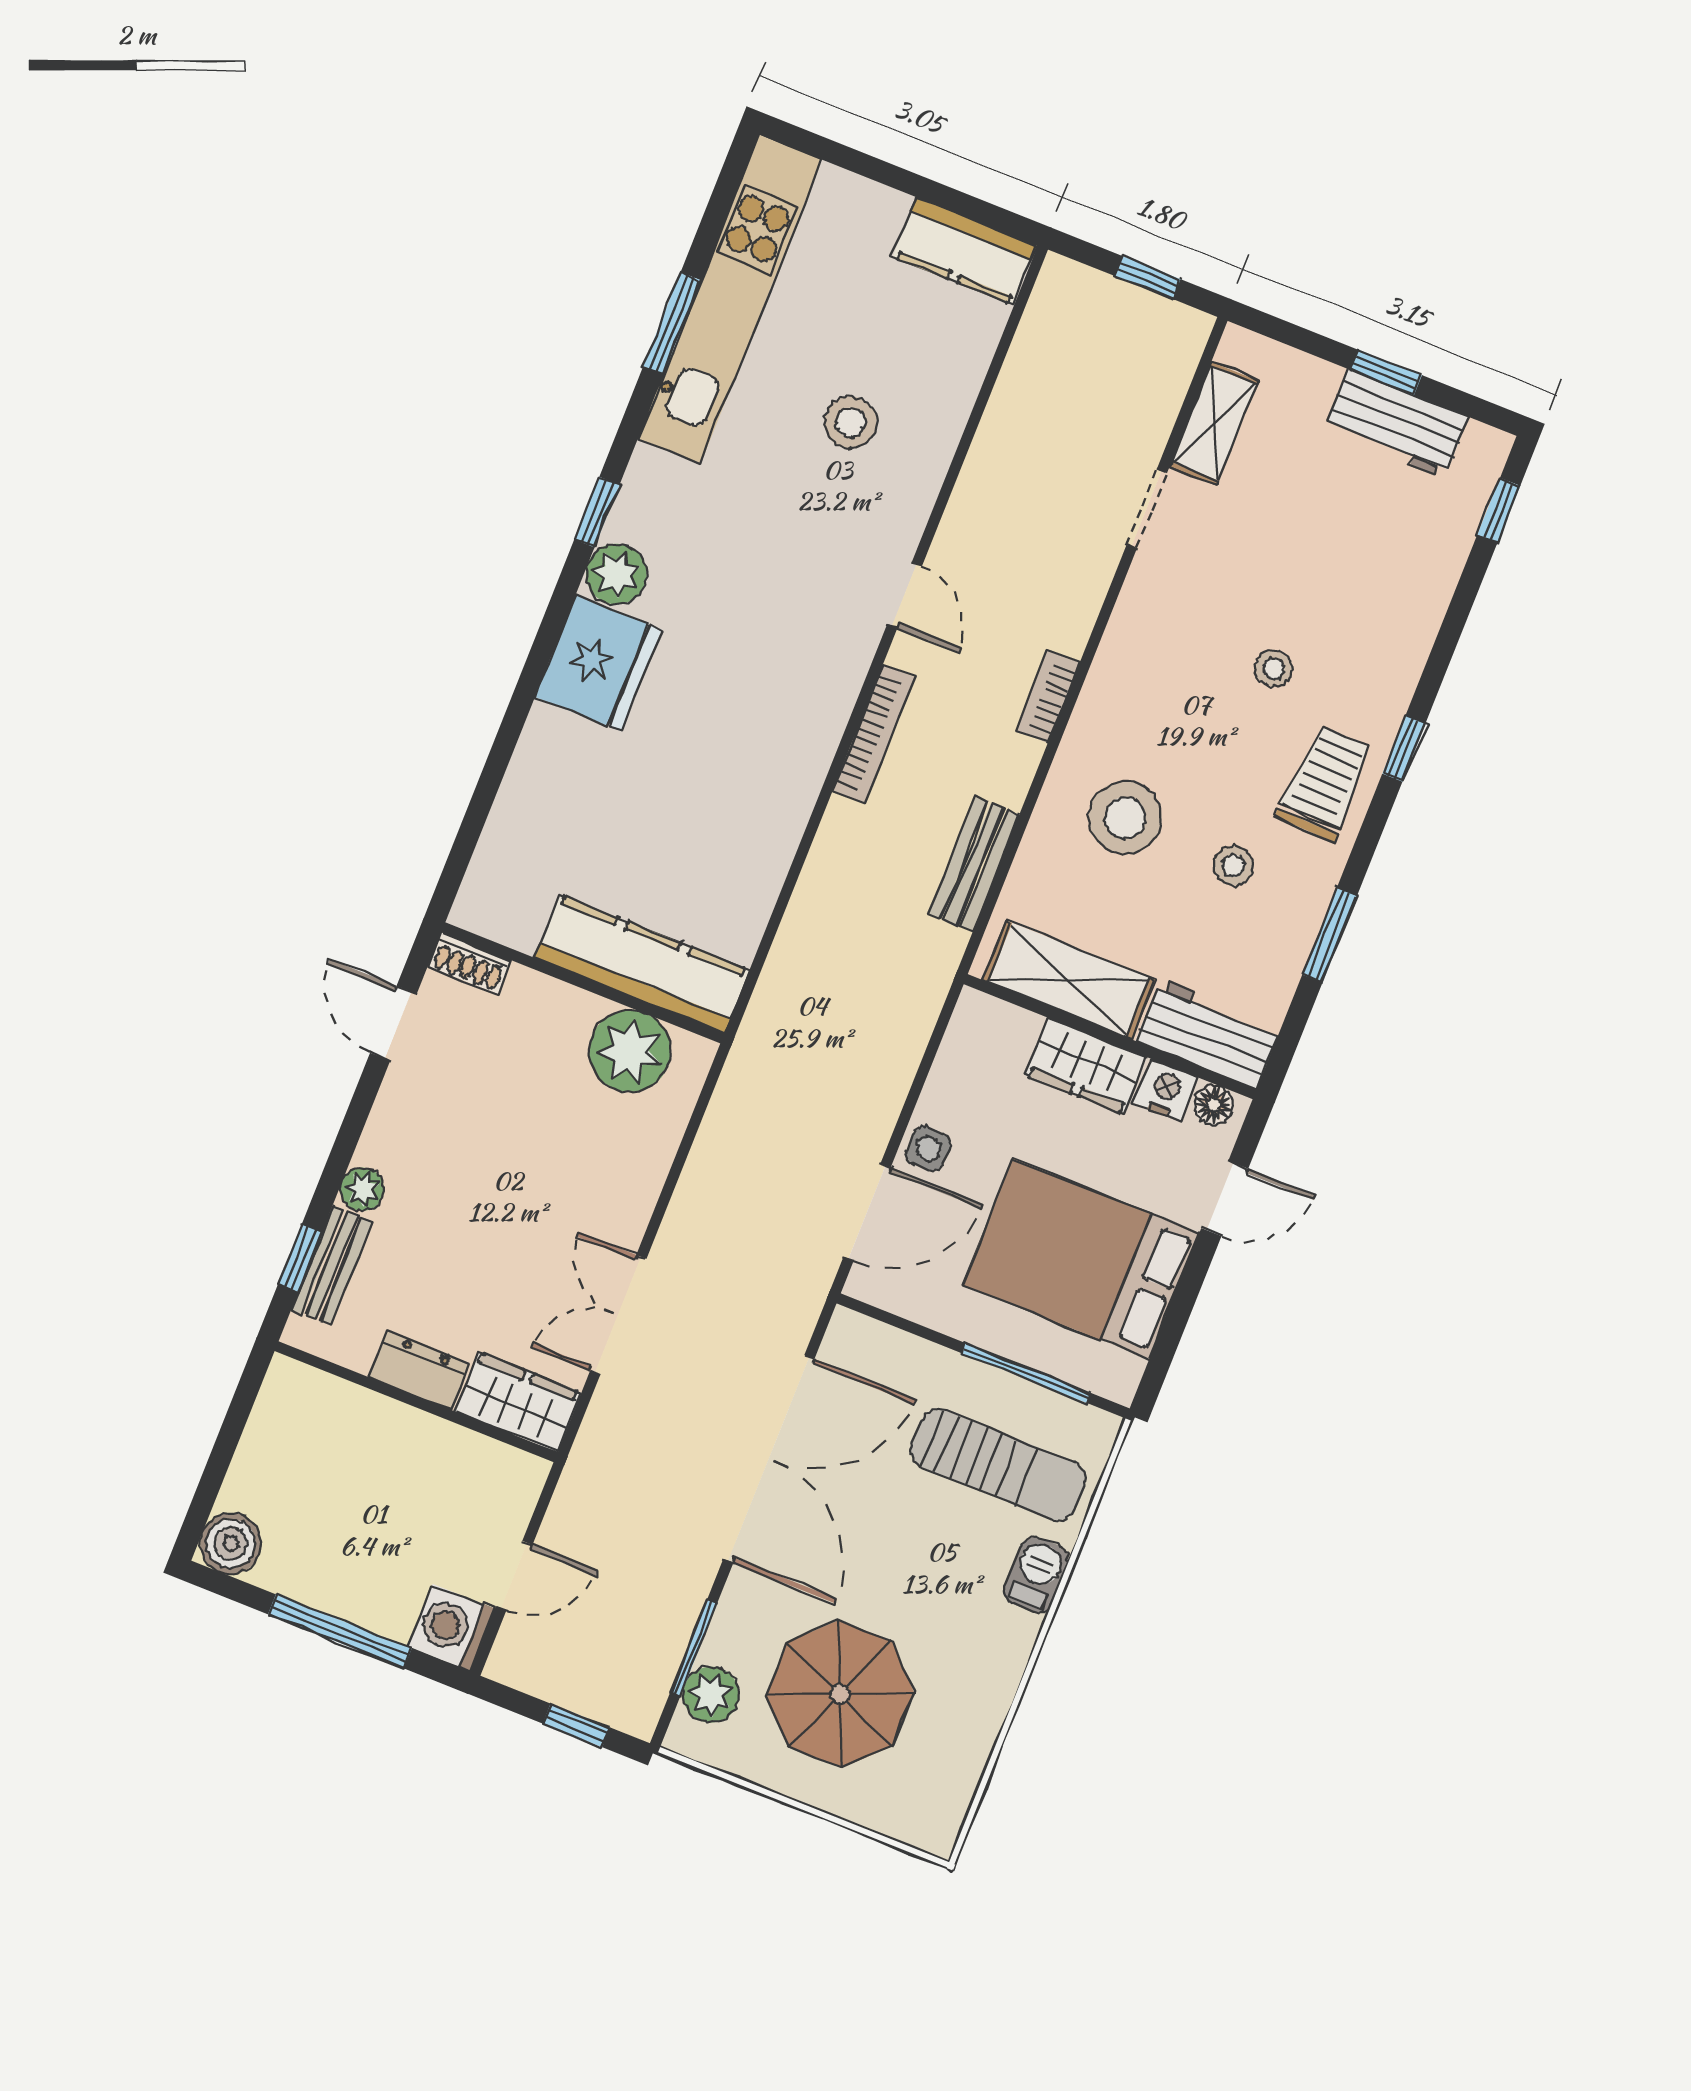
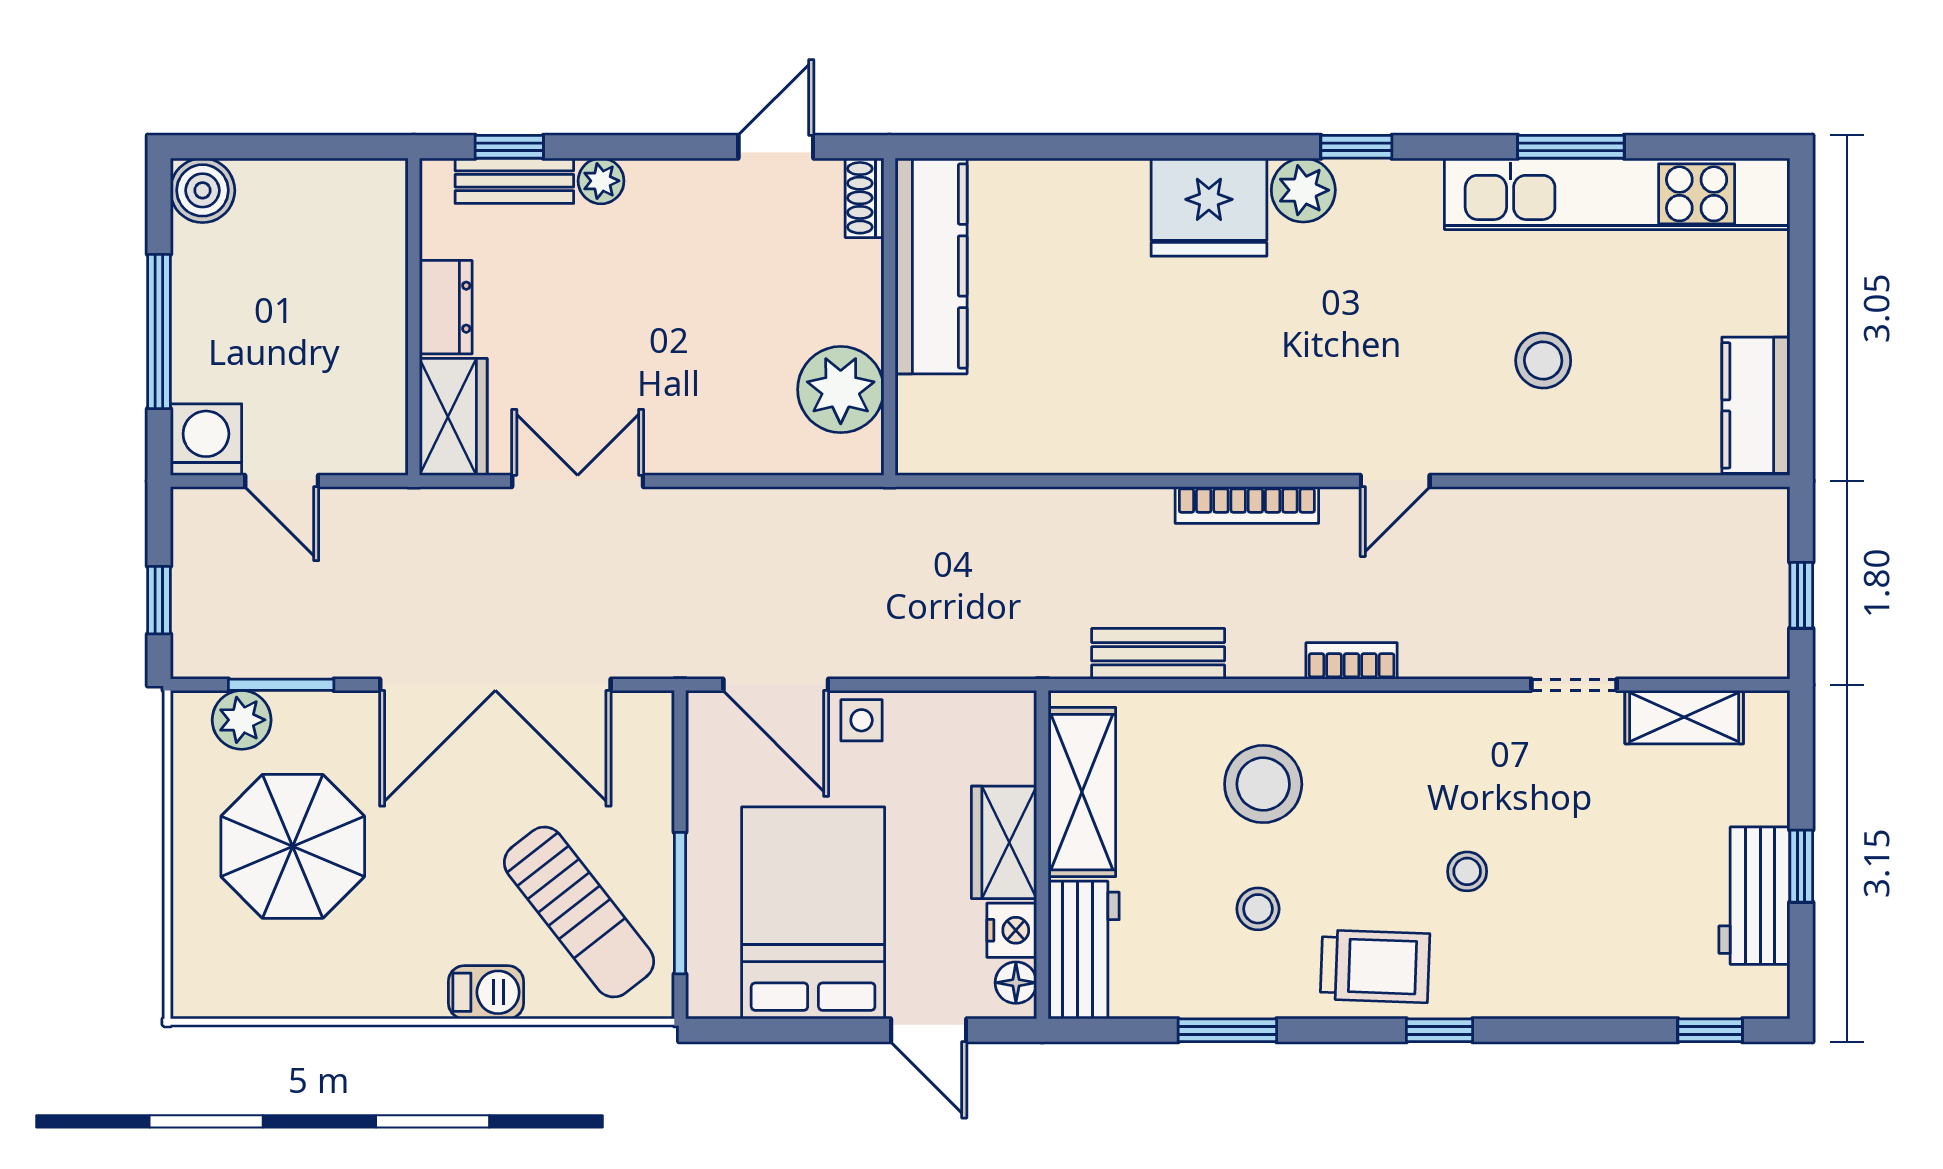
kitchen counter: (642, 964) -> (931, 266), moved
sun lounger: (998, 1465) -> (579, 912), turned -38

